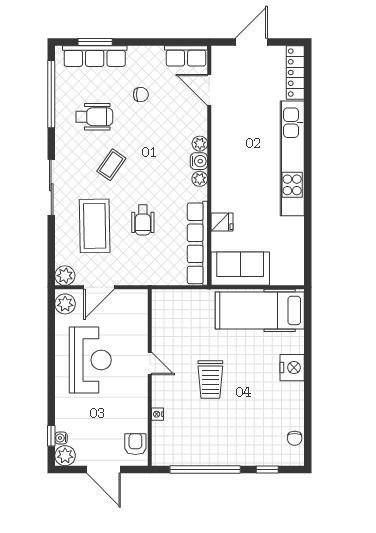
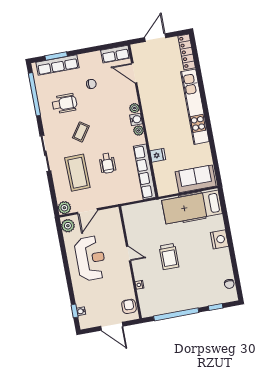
sofa: (240, 269) -> (196, 179), moved
plant: (65, 456) -> (86, 322), removed

